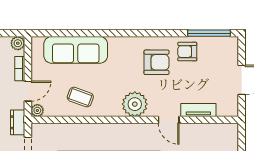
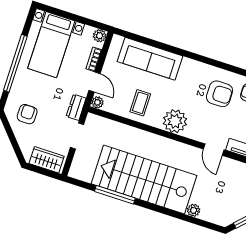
door: (28, 91) -> (95, 82), hinge flipped
coffee table: (80, 97) -> (140, 103), turned 70
plant: (135, 104) -> (175, 121), moved

